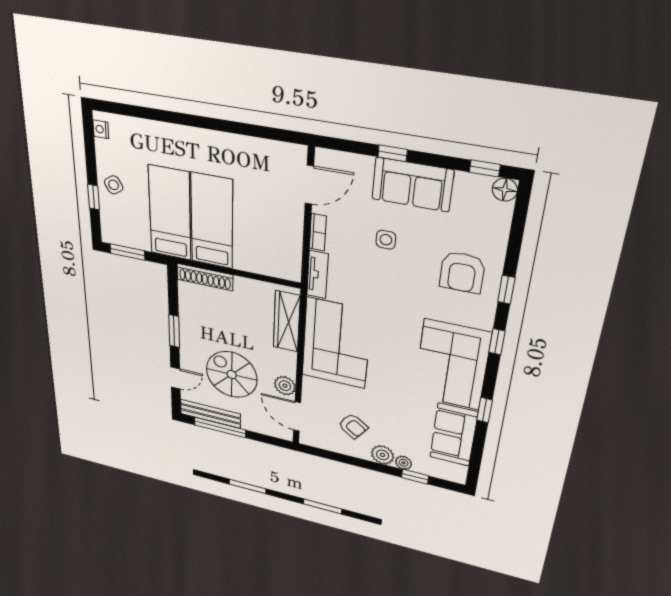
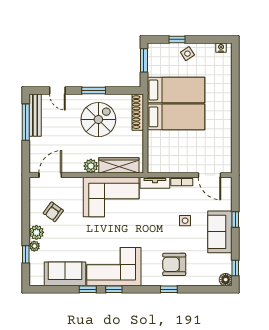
window: (497, 342) -> (114, 289), moved
spiral stairs: (232, 375) -> (98, 120), moved
plant: (285, 386) -> (91, 166), moved

